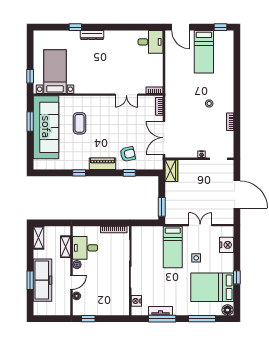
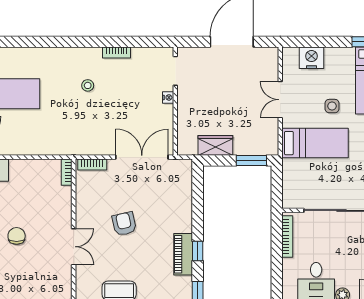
chair: (114, 58) -> (17, 236), added
double door: (126, 95) -> (74, 247), moved
double door: (164, 138) -> (142, 157), swing flipped
armchair: (128, 154) -> (124, 224), moved
wardrobe: (171, 171) -> (215, 145), moved
window: (129, 173) -> (198, 251), moved

